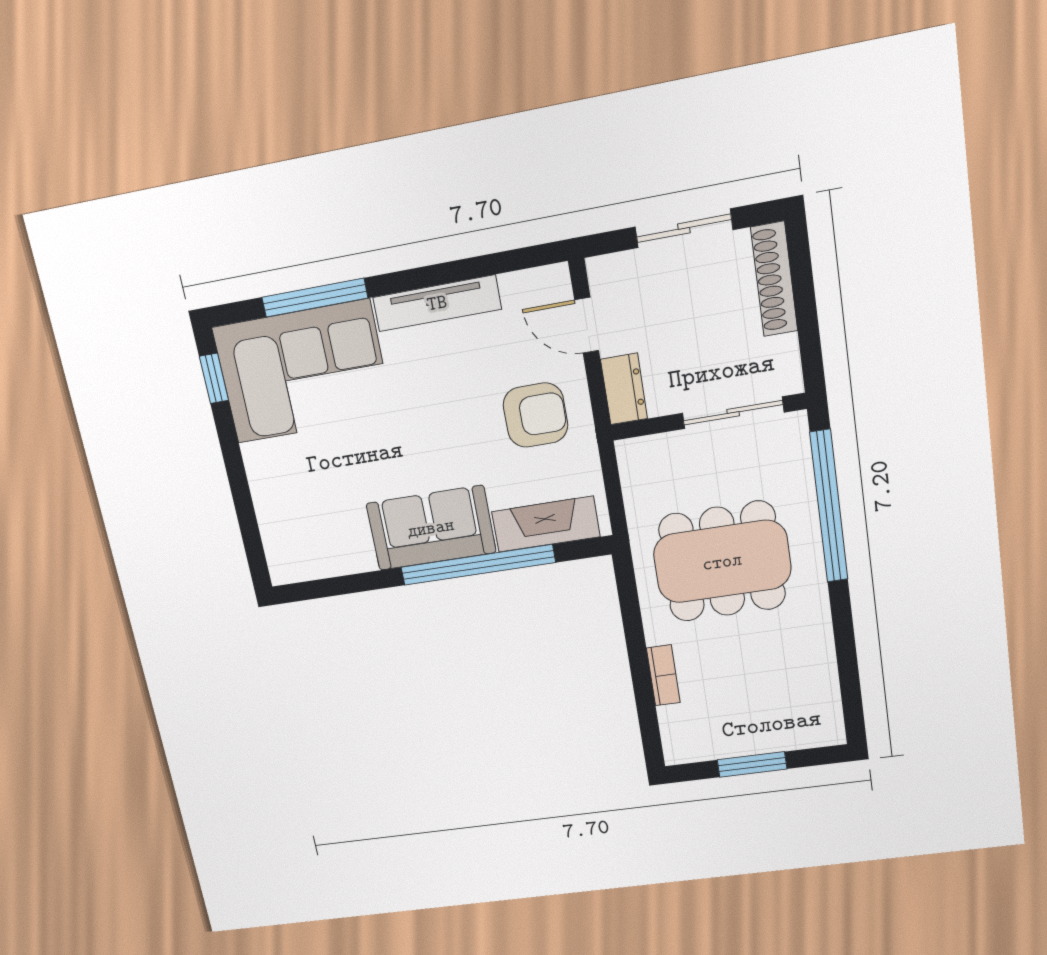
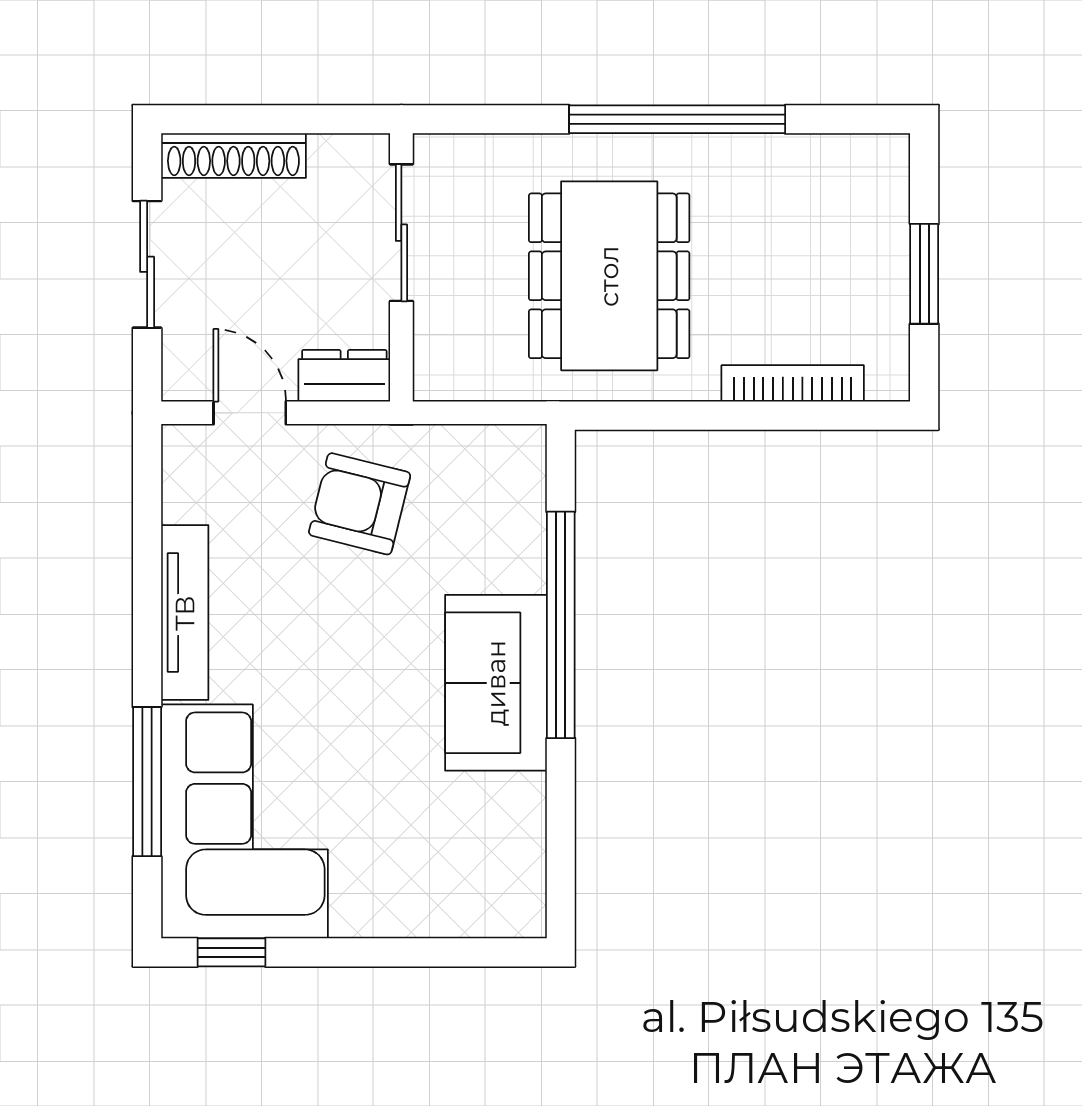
door: (587, 325) -> (250, 413), swing flipped
armchair: (535, 415) -> (360, 504), turned -76
window: (829, 506) -> (677, 119), moved
fireplace: (546, 524) -> (516, 516), removed
bookcase: (663, 675) -> (793, 383), width x1.56

